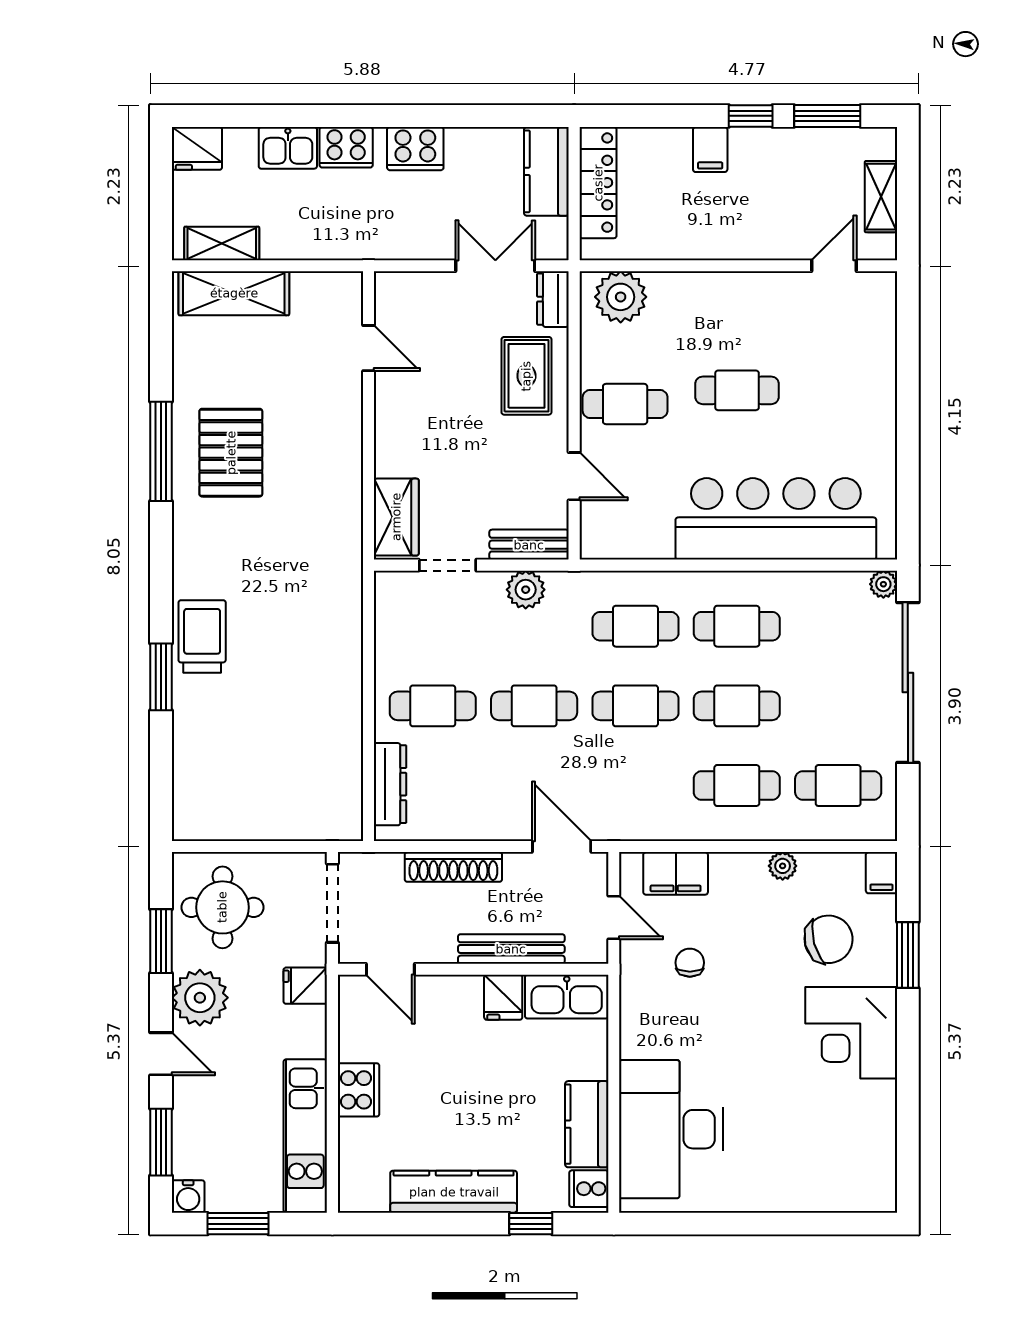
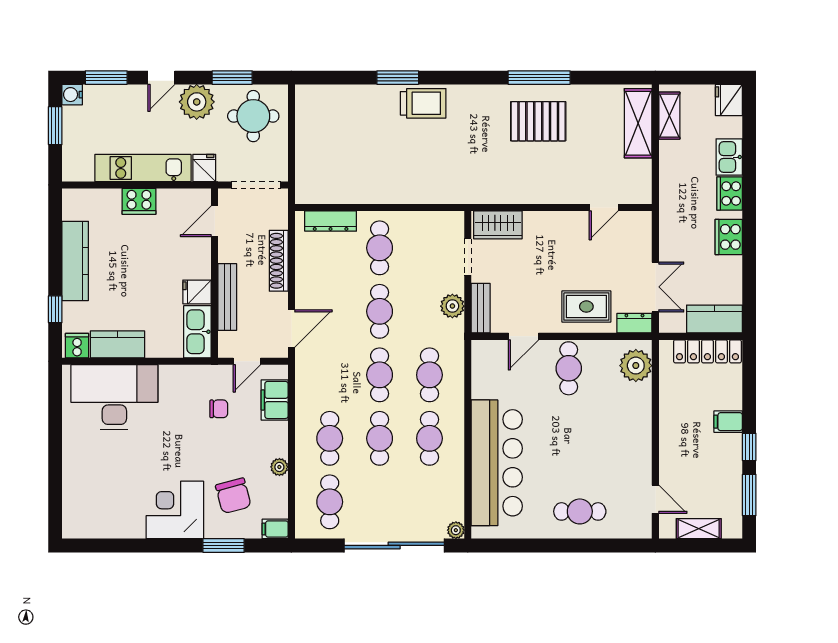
cafe table: (737, 390) -> (580, 511), moved, turned 90
kitchen unit: (305, 1136) -> (143, 168), moved

